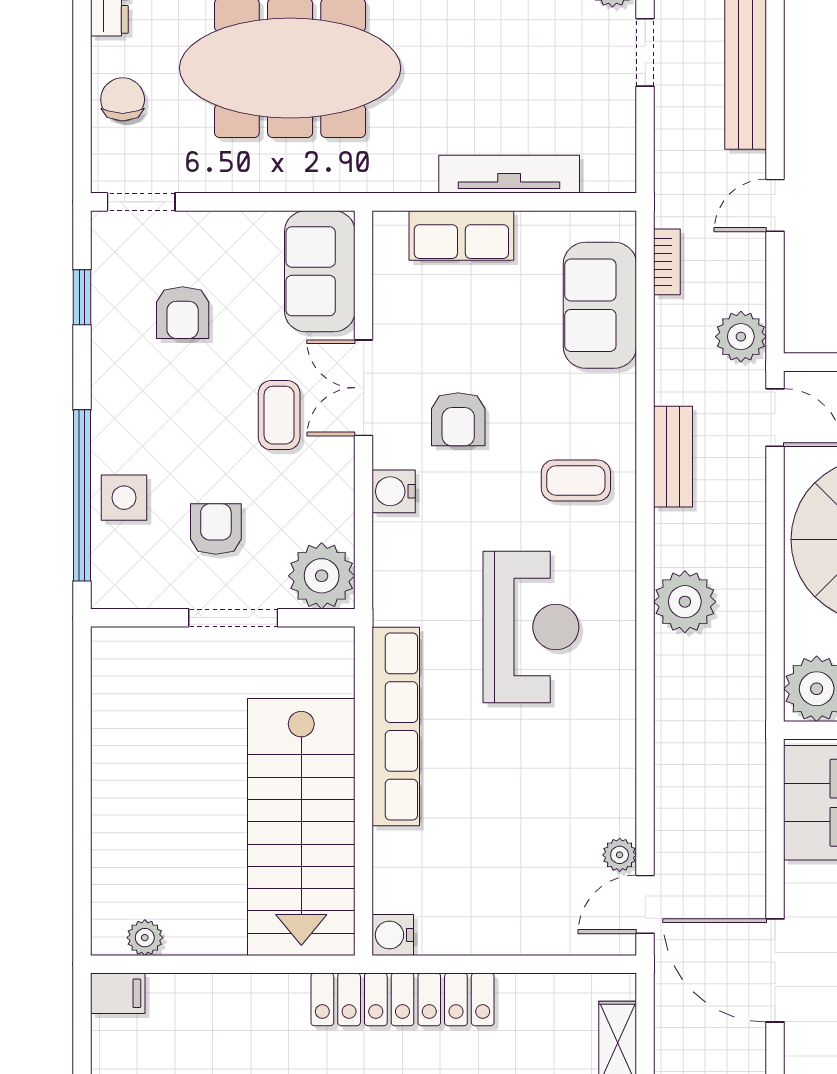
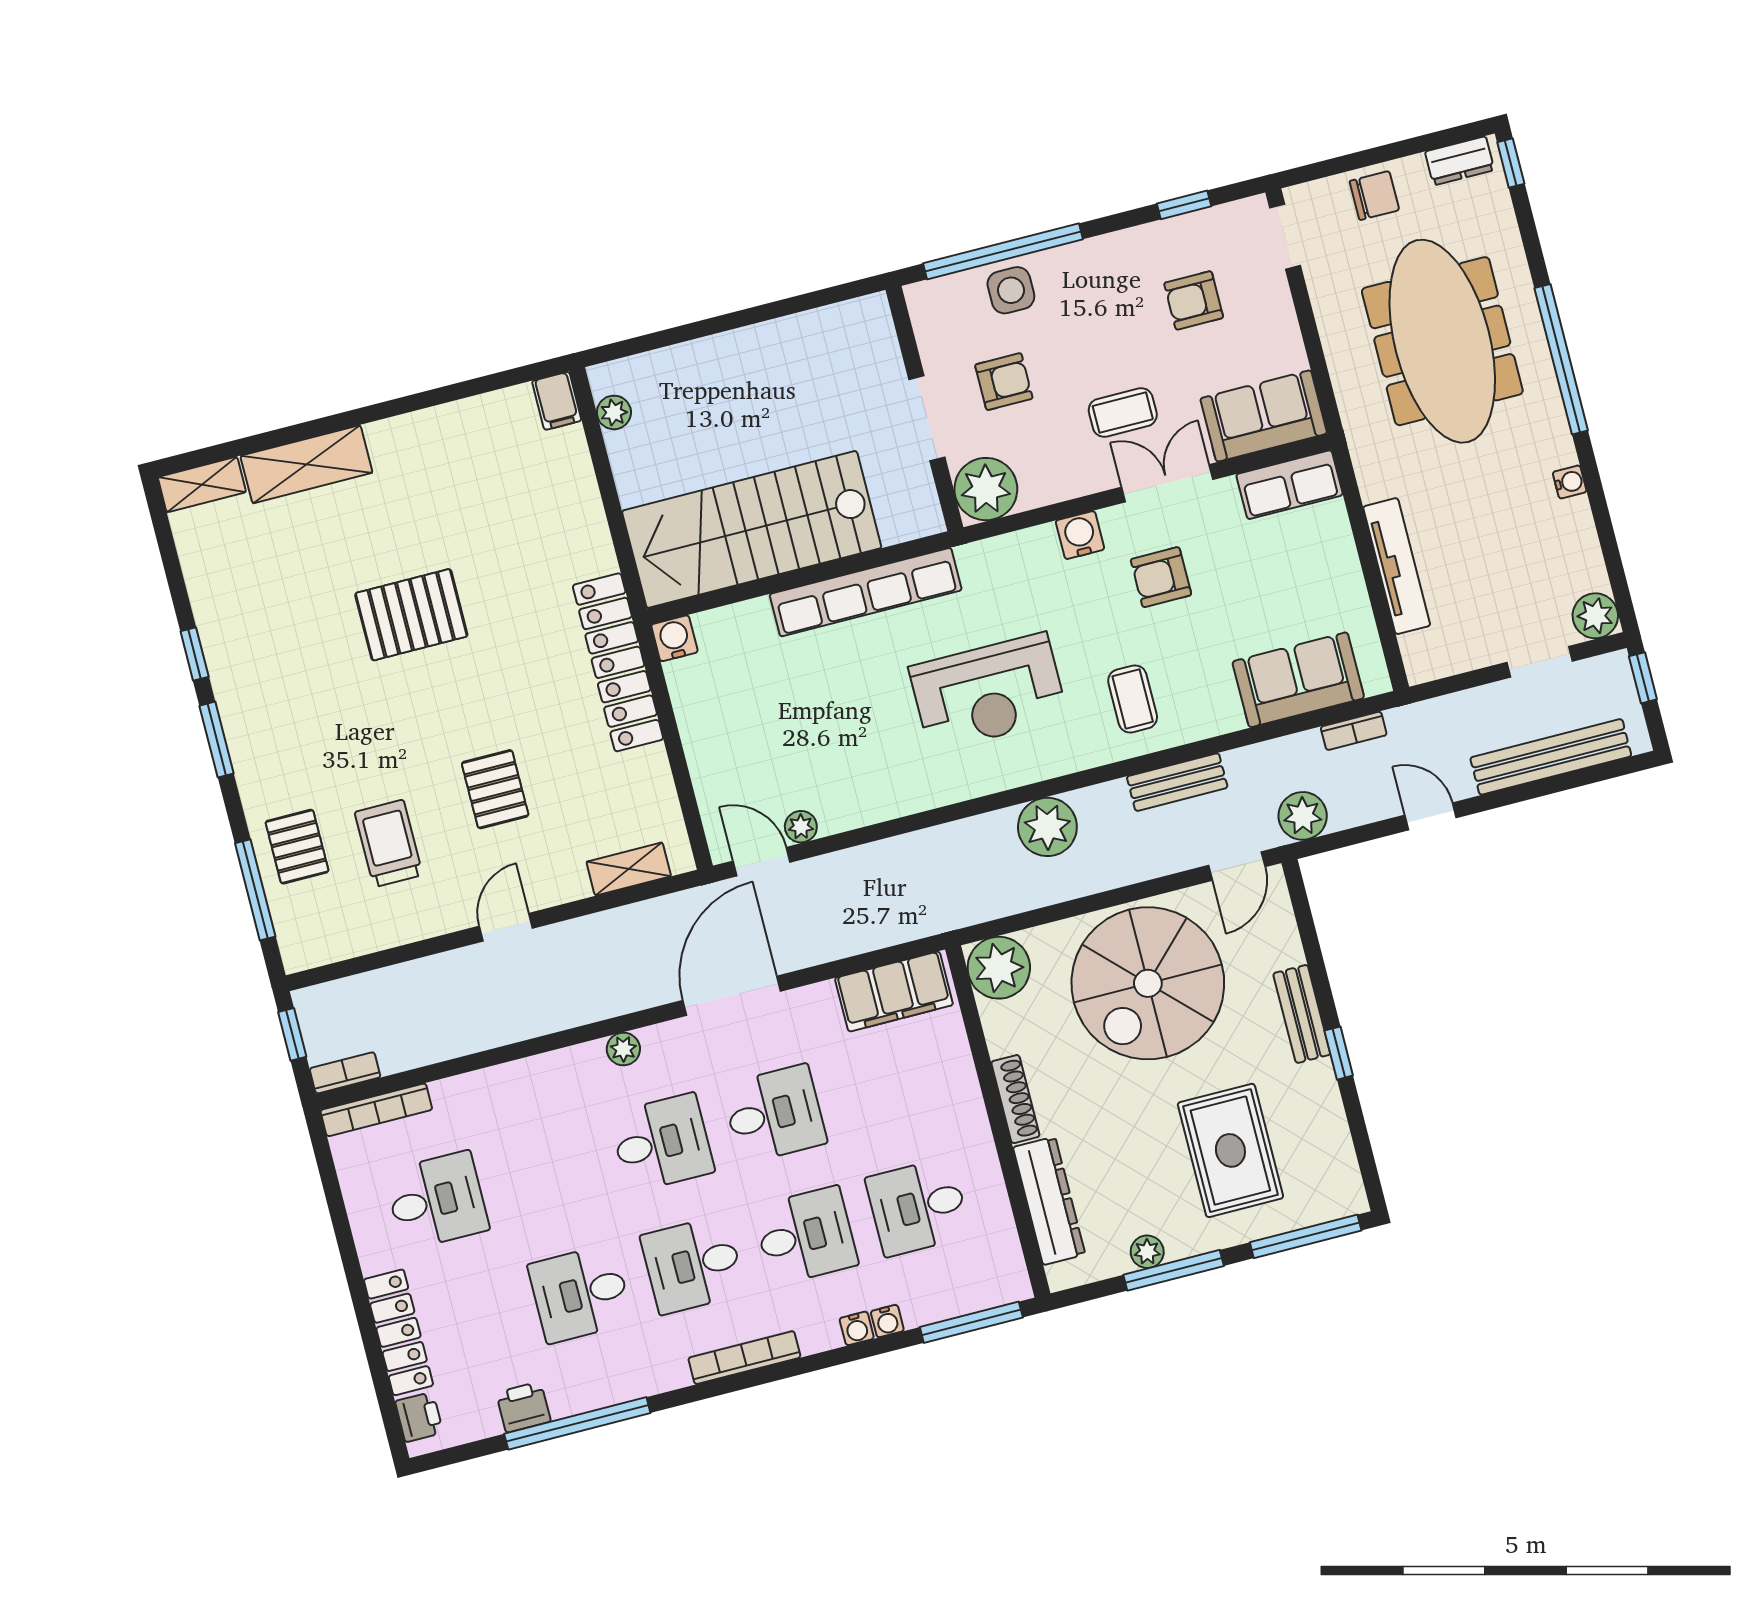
row of seats: (461, 236) -> (1290, 485), moved, turned -90

